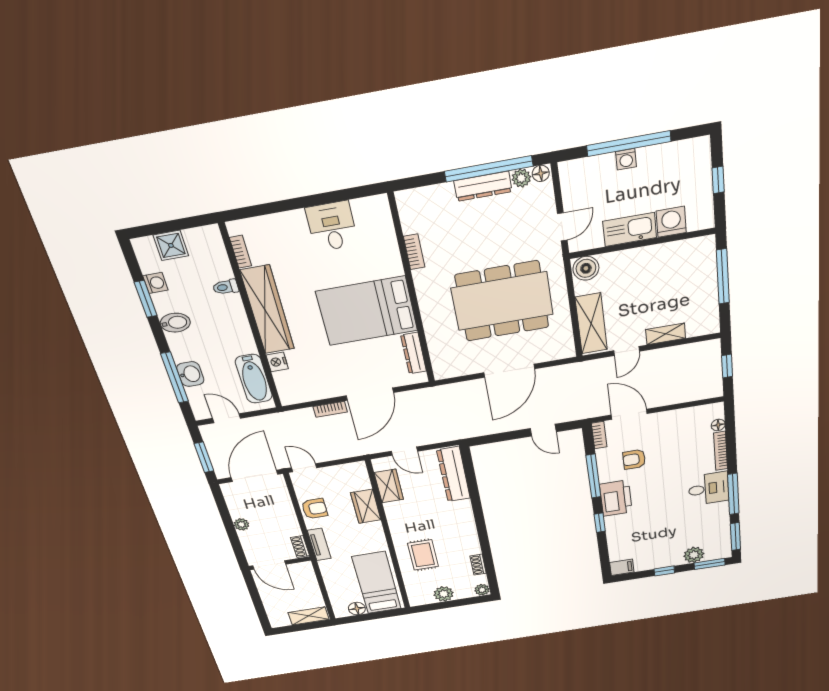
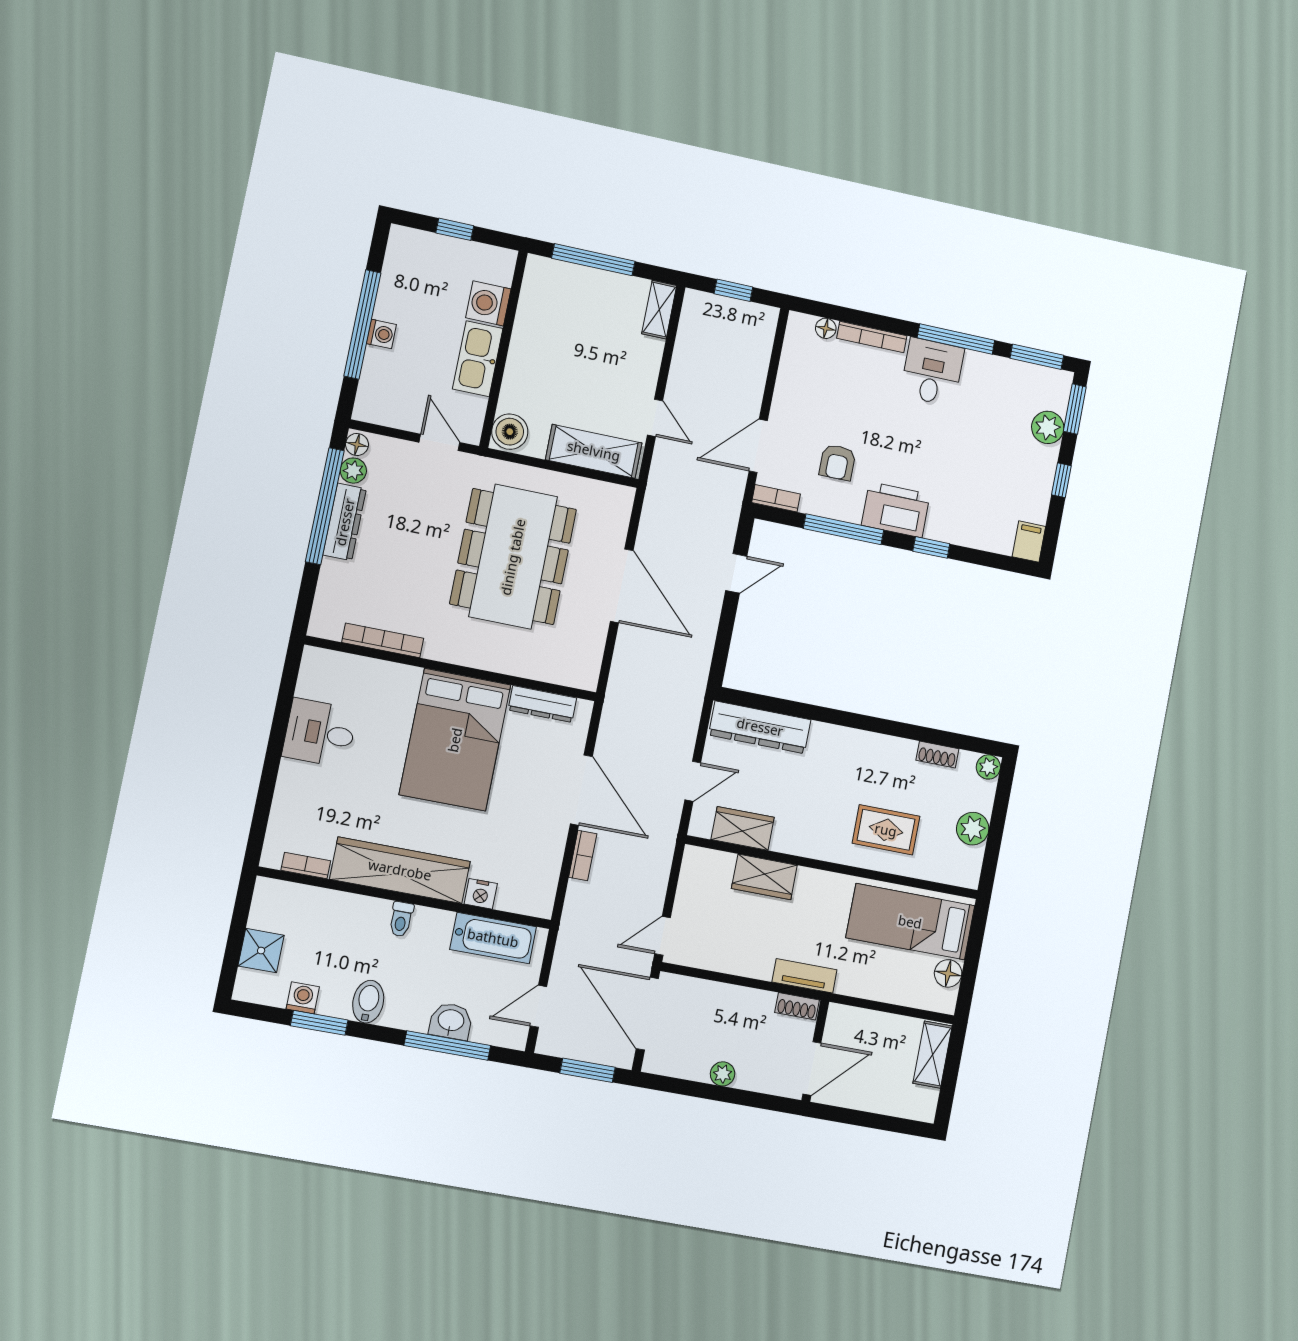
bookcase: (414, 252) -> (383, 640), width x1.56
toilet: (226, 287) -> (401, 919), moved
shelving: (666, 334) -> (659, 310), moved
armchair: (314, 509) -> (738, 953), removed

